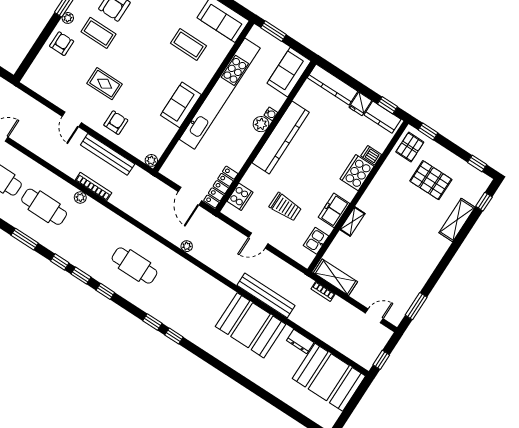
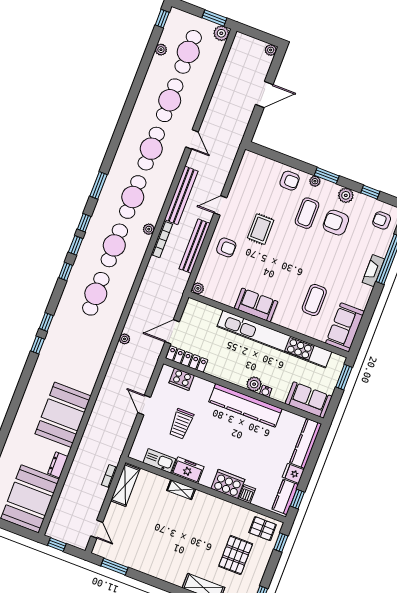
cafe table: (89, 236) -> (114, 245), added
kitchen sink: (316, 241) -> (159, 461), width x1.38
bench: (266, 295) -> (181, 195), moved

